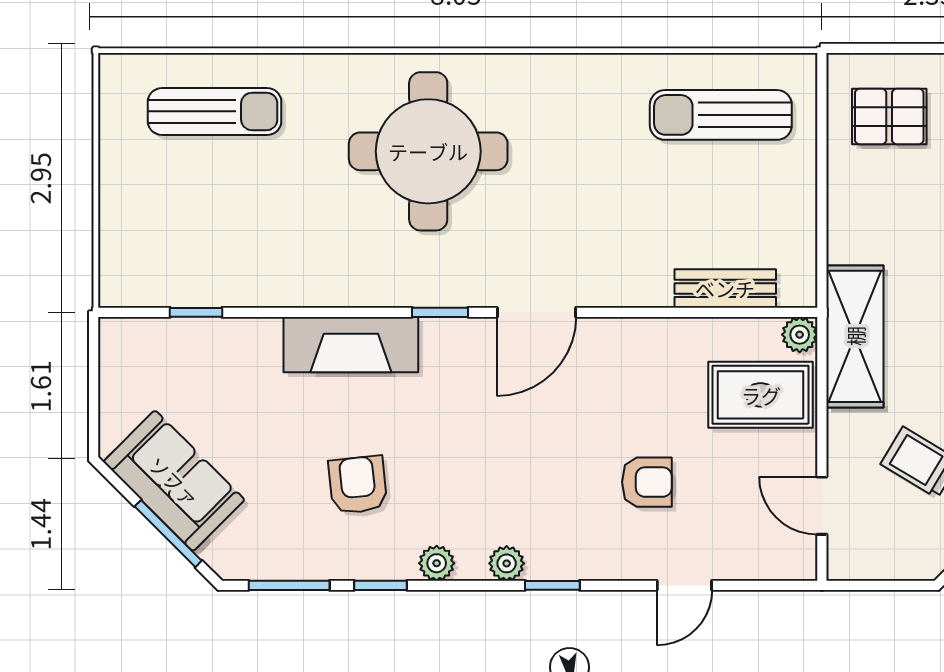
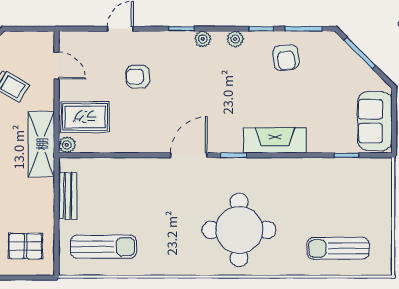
bench: (725, 288) -> (68, 196), moved, turned 90
sofa: (174, 481) -> (375, 121), moved, turned 45
armchair: (358, 485) -> (286, 58), moved

